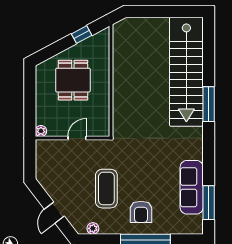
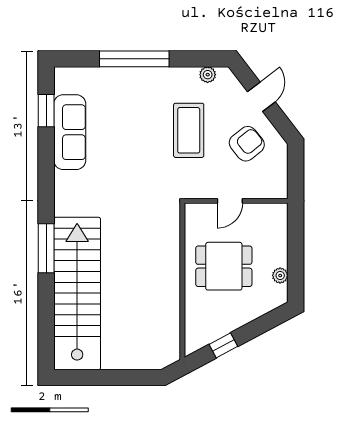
dining table: (73, 80) -> (224, 266), moved, turned 90
plant: (41, 131) -> (280, 276), moved
window: (209, 203) -> (46, 111), width x0.69
armchair: (141, 212) -> (247, 144), moved, turned 51

